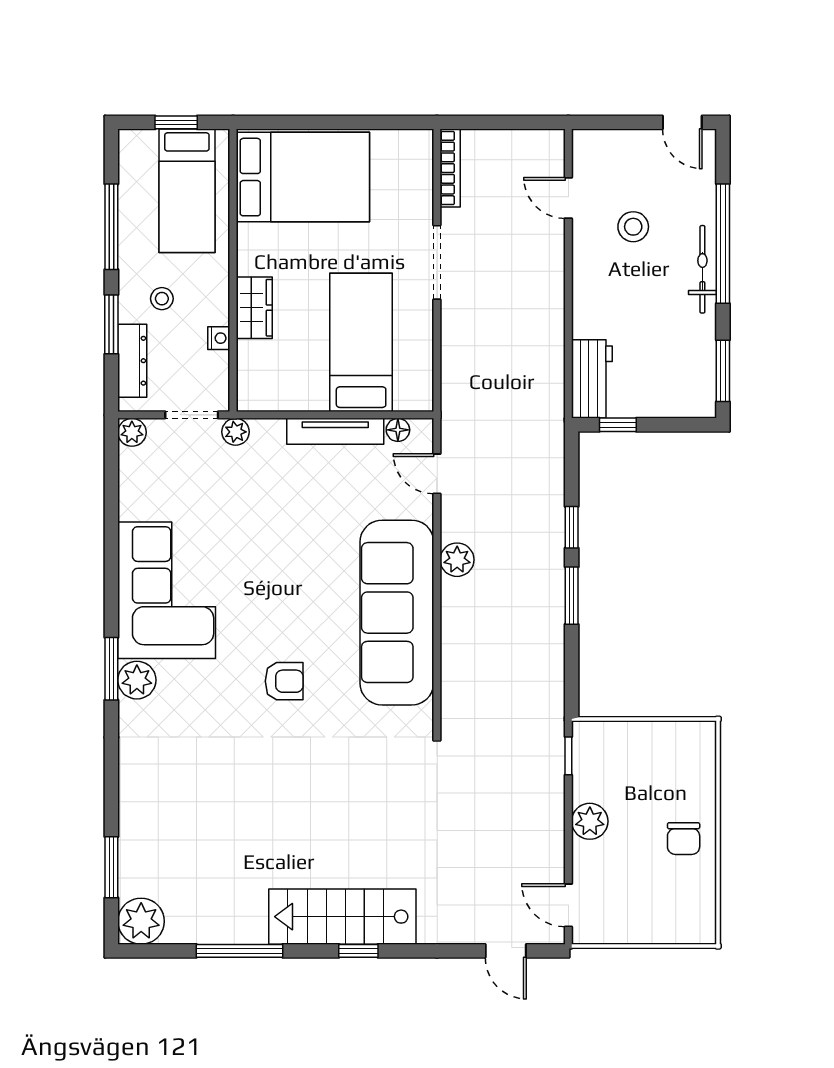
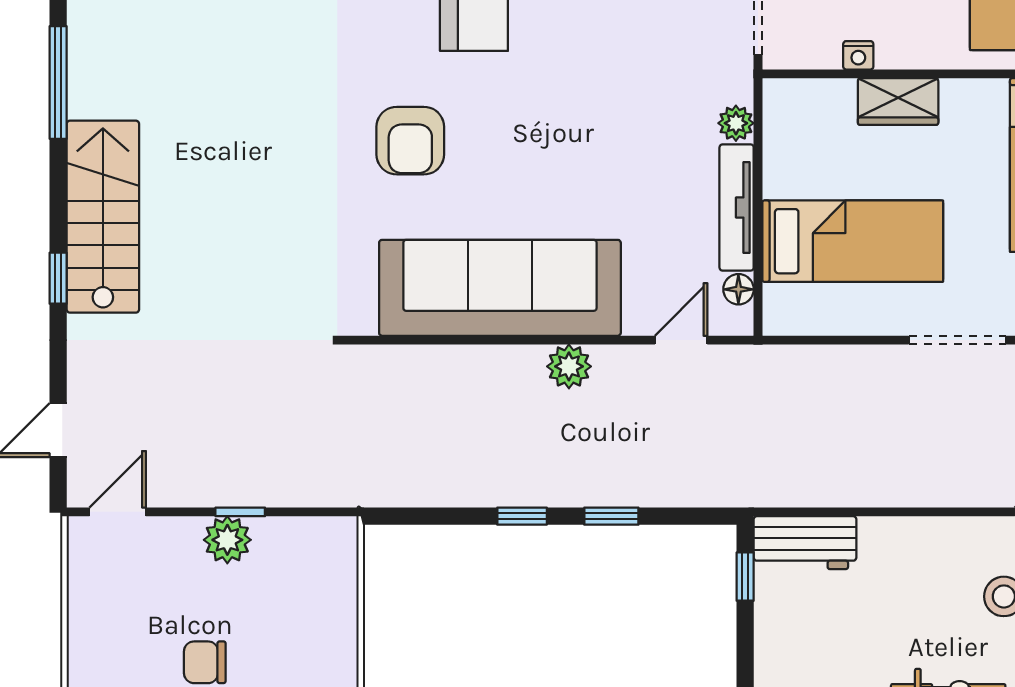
plant: (236, 432) -> (736, 123), moved
window: (572, 596) -> (522, 516), width x0.67
armchair: (284, 681) -> (410, 141), width x1.38, depth x1.38
window: (568, 756) -> (240, 512), moved
window: (358, 951) -> (58, 278), moved

